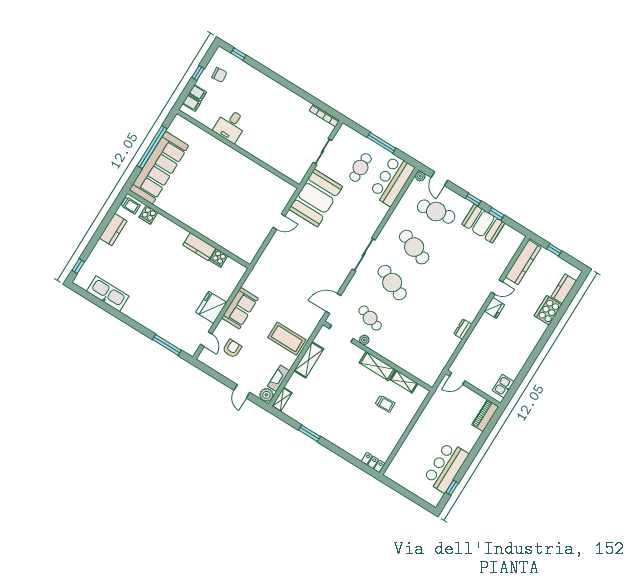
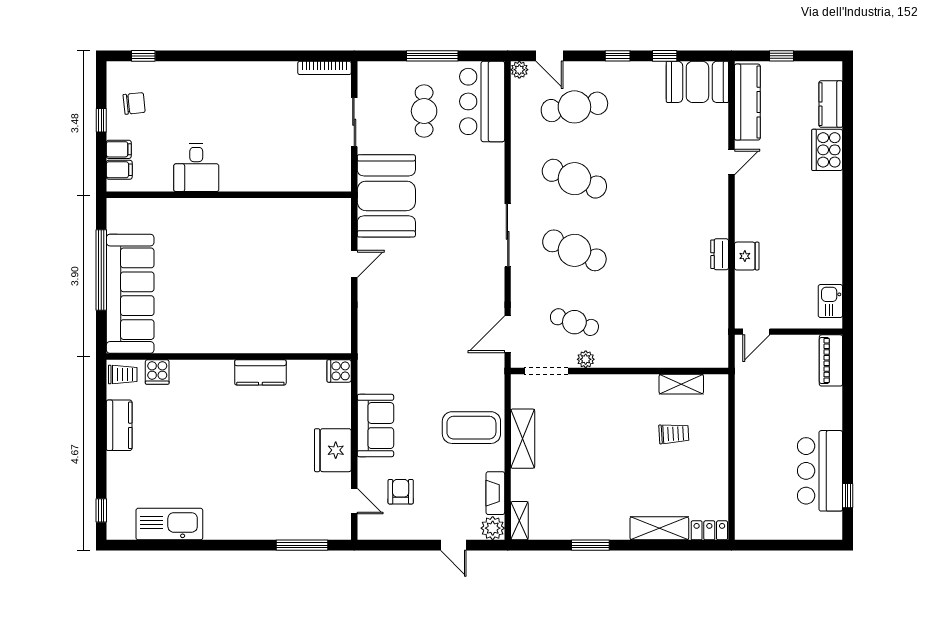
booth: (483, 224) -> (697, 82), moved
cooker: (219, 258) -> (339, 371), moved, turned 90
fridge: (494, 308) -> (747, 256), moved
shelving: (377, 366) -> (659, 528), moved

